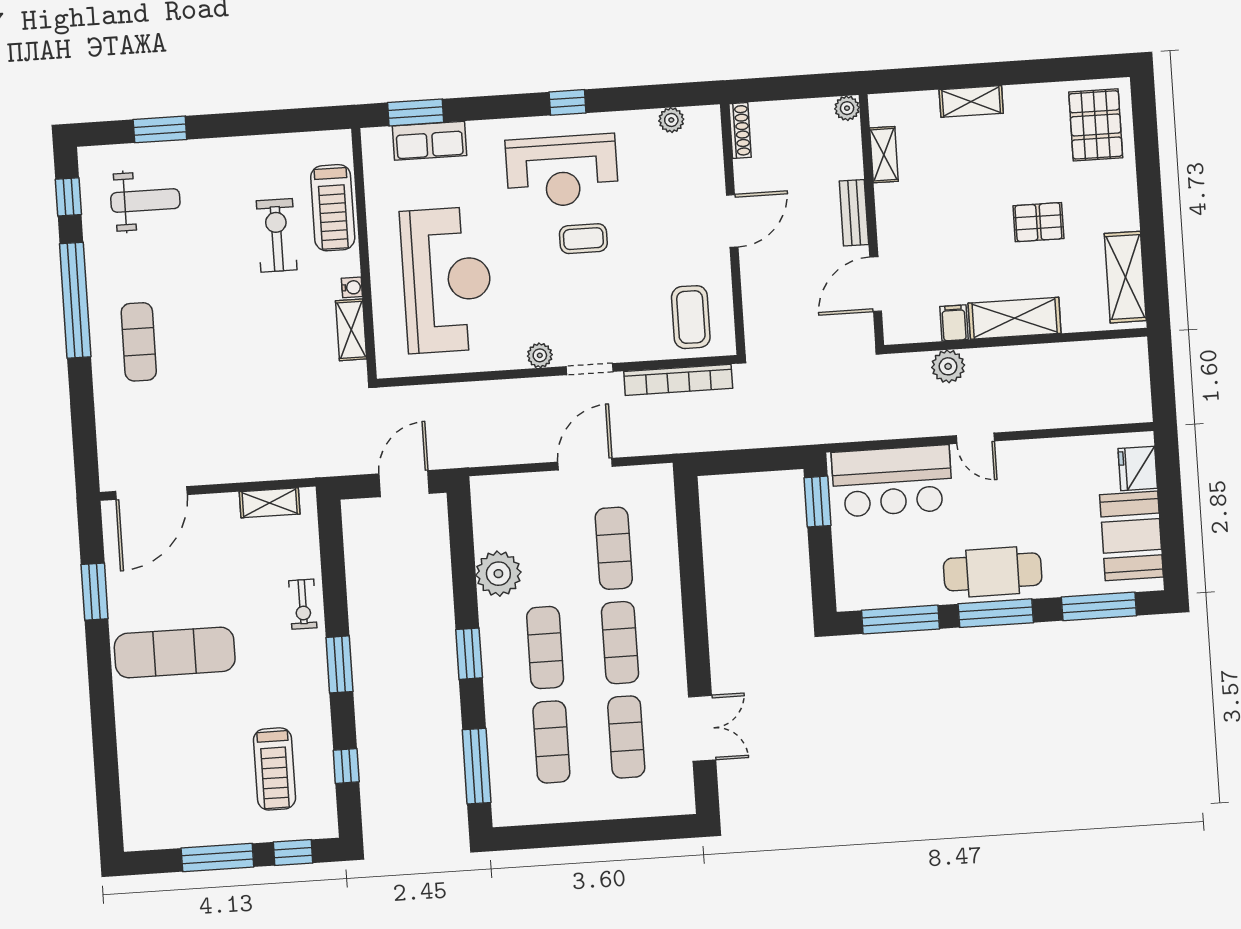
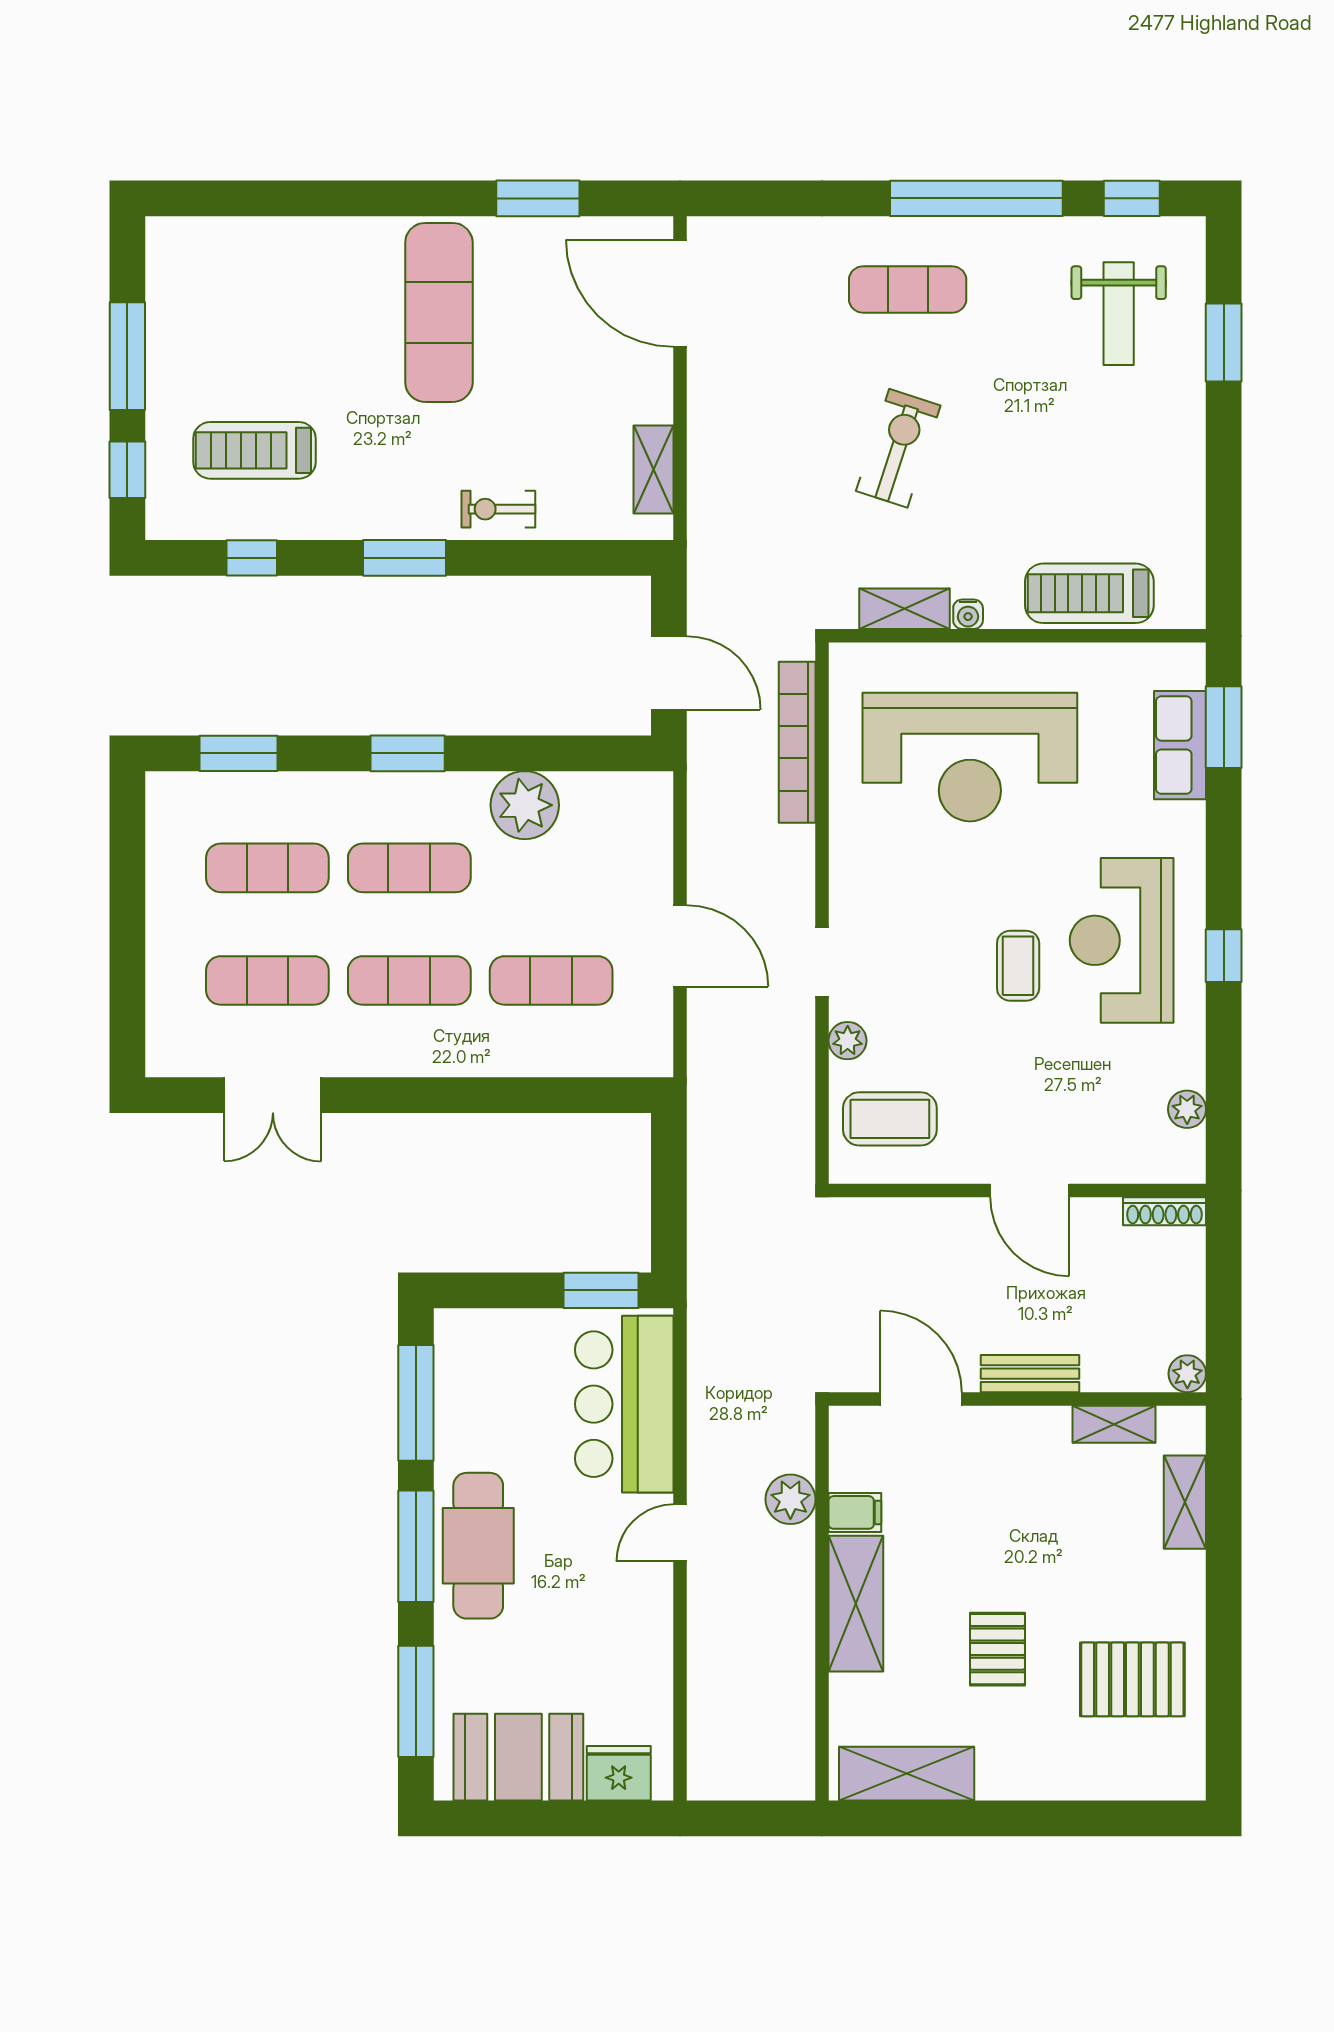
shelving: (971, 101) -> (1185, 1502), moved
pallet: (1096, 125) -> (1132, 1679), moved
exercise bike: (277, 235) -> (898, 448), moved, turned -72
plant: (540, 355) -> (848, 1041), moved
bookcase: (678, 380) -> (797, 742), moved
window: (477, 766) -> (239, 753), width x0.69

